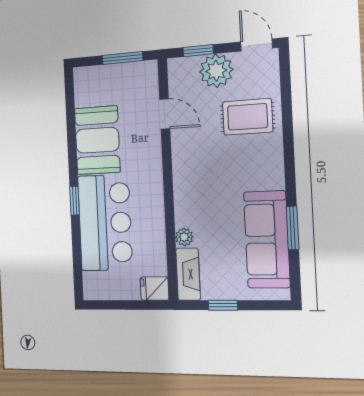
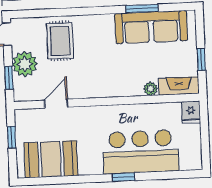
window: (122, 58) -> (12, 137), width x0.67
booth: (97, 140) -> (51, 159), moved

